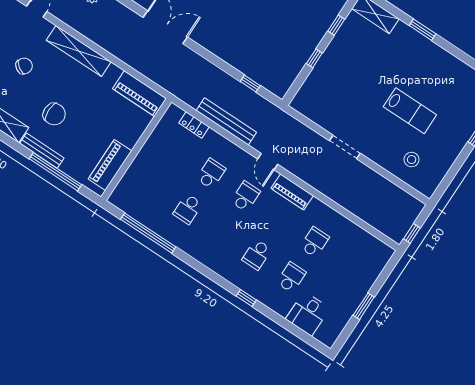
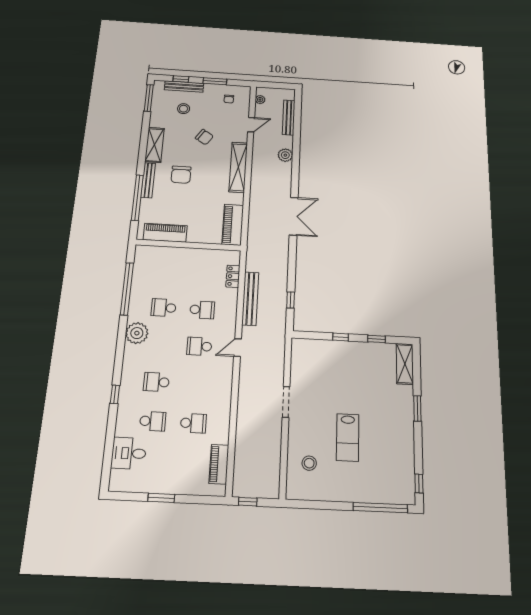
piano: (292, 192) -> (219, 464), moved
school desk: (245, 196) -> (199, 346), turned 180
plant: (199, 247) -> (137, 333), added

